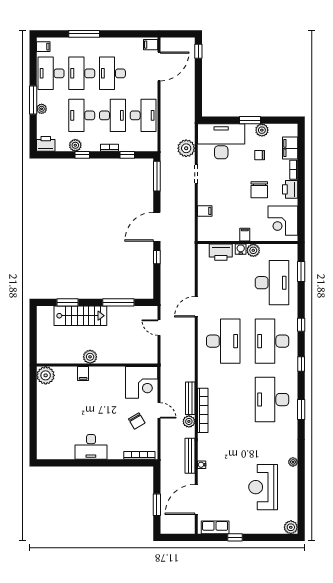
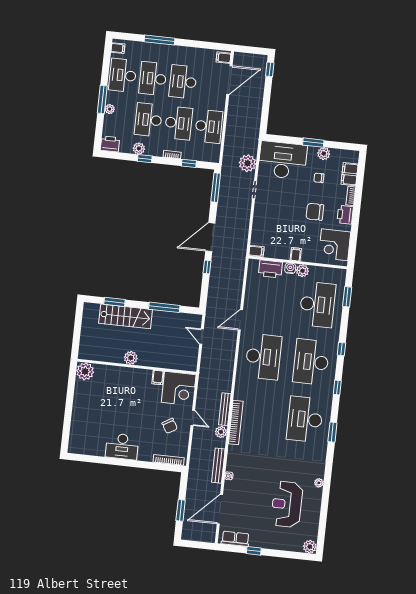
chair: (259, 190) -> (315, 212), turned 90
filing cabinet: (205, 211) -> (256, 251), moved
filing cabinet: (83, 374) -> (158, 377), moved

